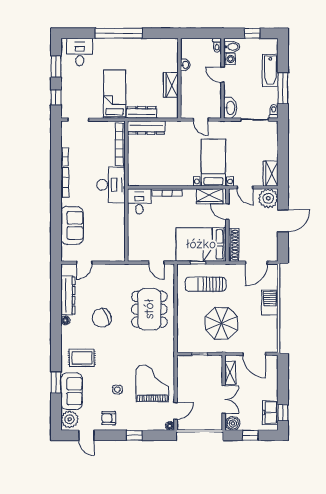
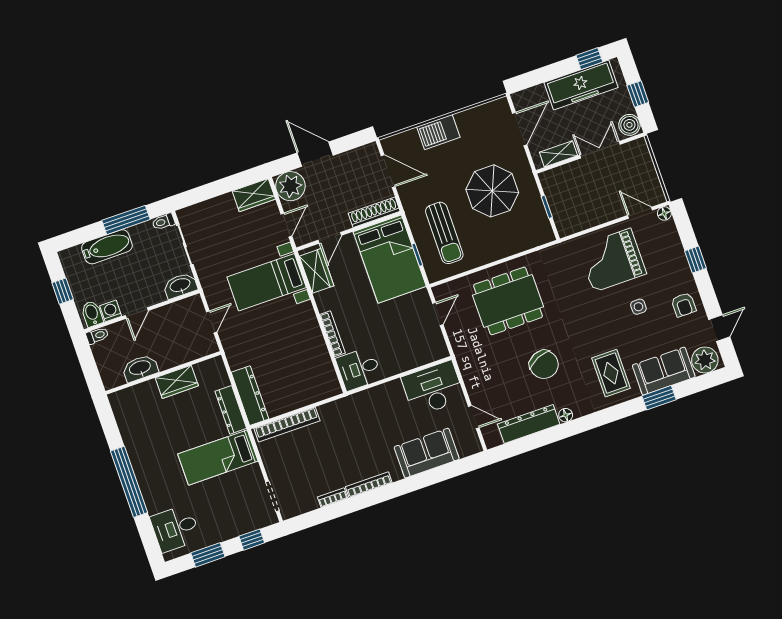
washbasin: (185, 65) -> (140, 368), width x1.91, depth x1.45
desk: (111, 185) -> (433, 388), moved
freezer: (270, 413) -> (581, 85), width x1.91, depth x1.26

